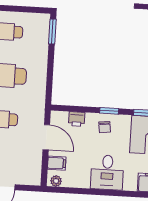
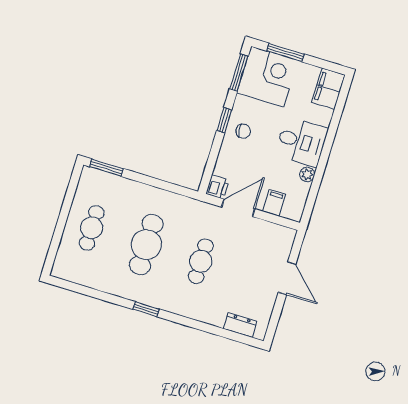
printer: (77, 119) -> (217, 187), moved
plant: (56, 181) -> (307, 174), moved

